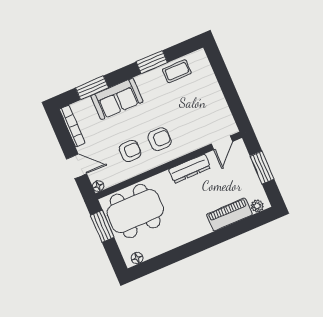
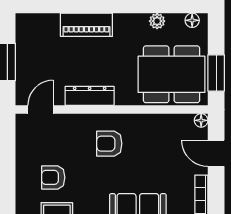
armchair: (130, 151) -> (53, 177), moved
plant: (257, 206) -> (157, 21), moved
piano: (229, 215) -> (86, 25), moved

